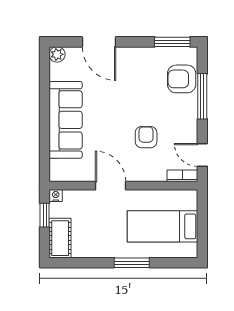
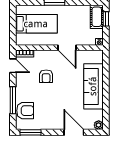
window: (45, 215) -> (106, 19), moved

